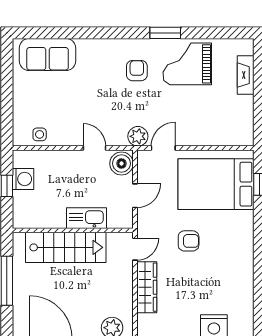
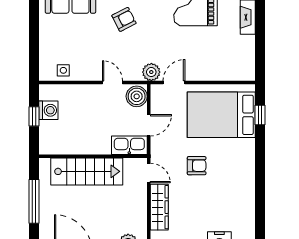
armchair: (137, 71) -> (124, 19), moved, turned 63
kitchen sink: (87, 218) -> (129, 145), moved
door: (135, 249) -> (149, 173), hinge flipped

